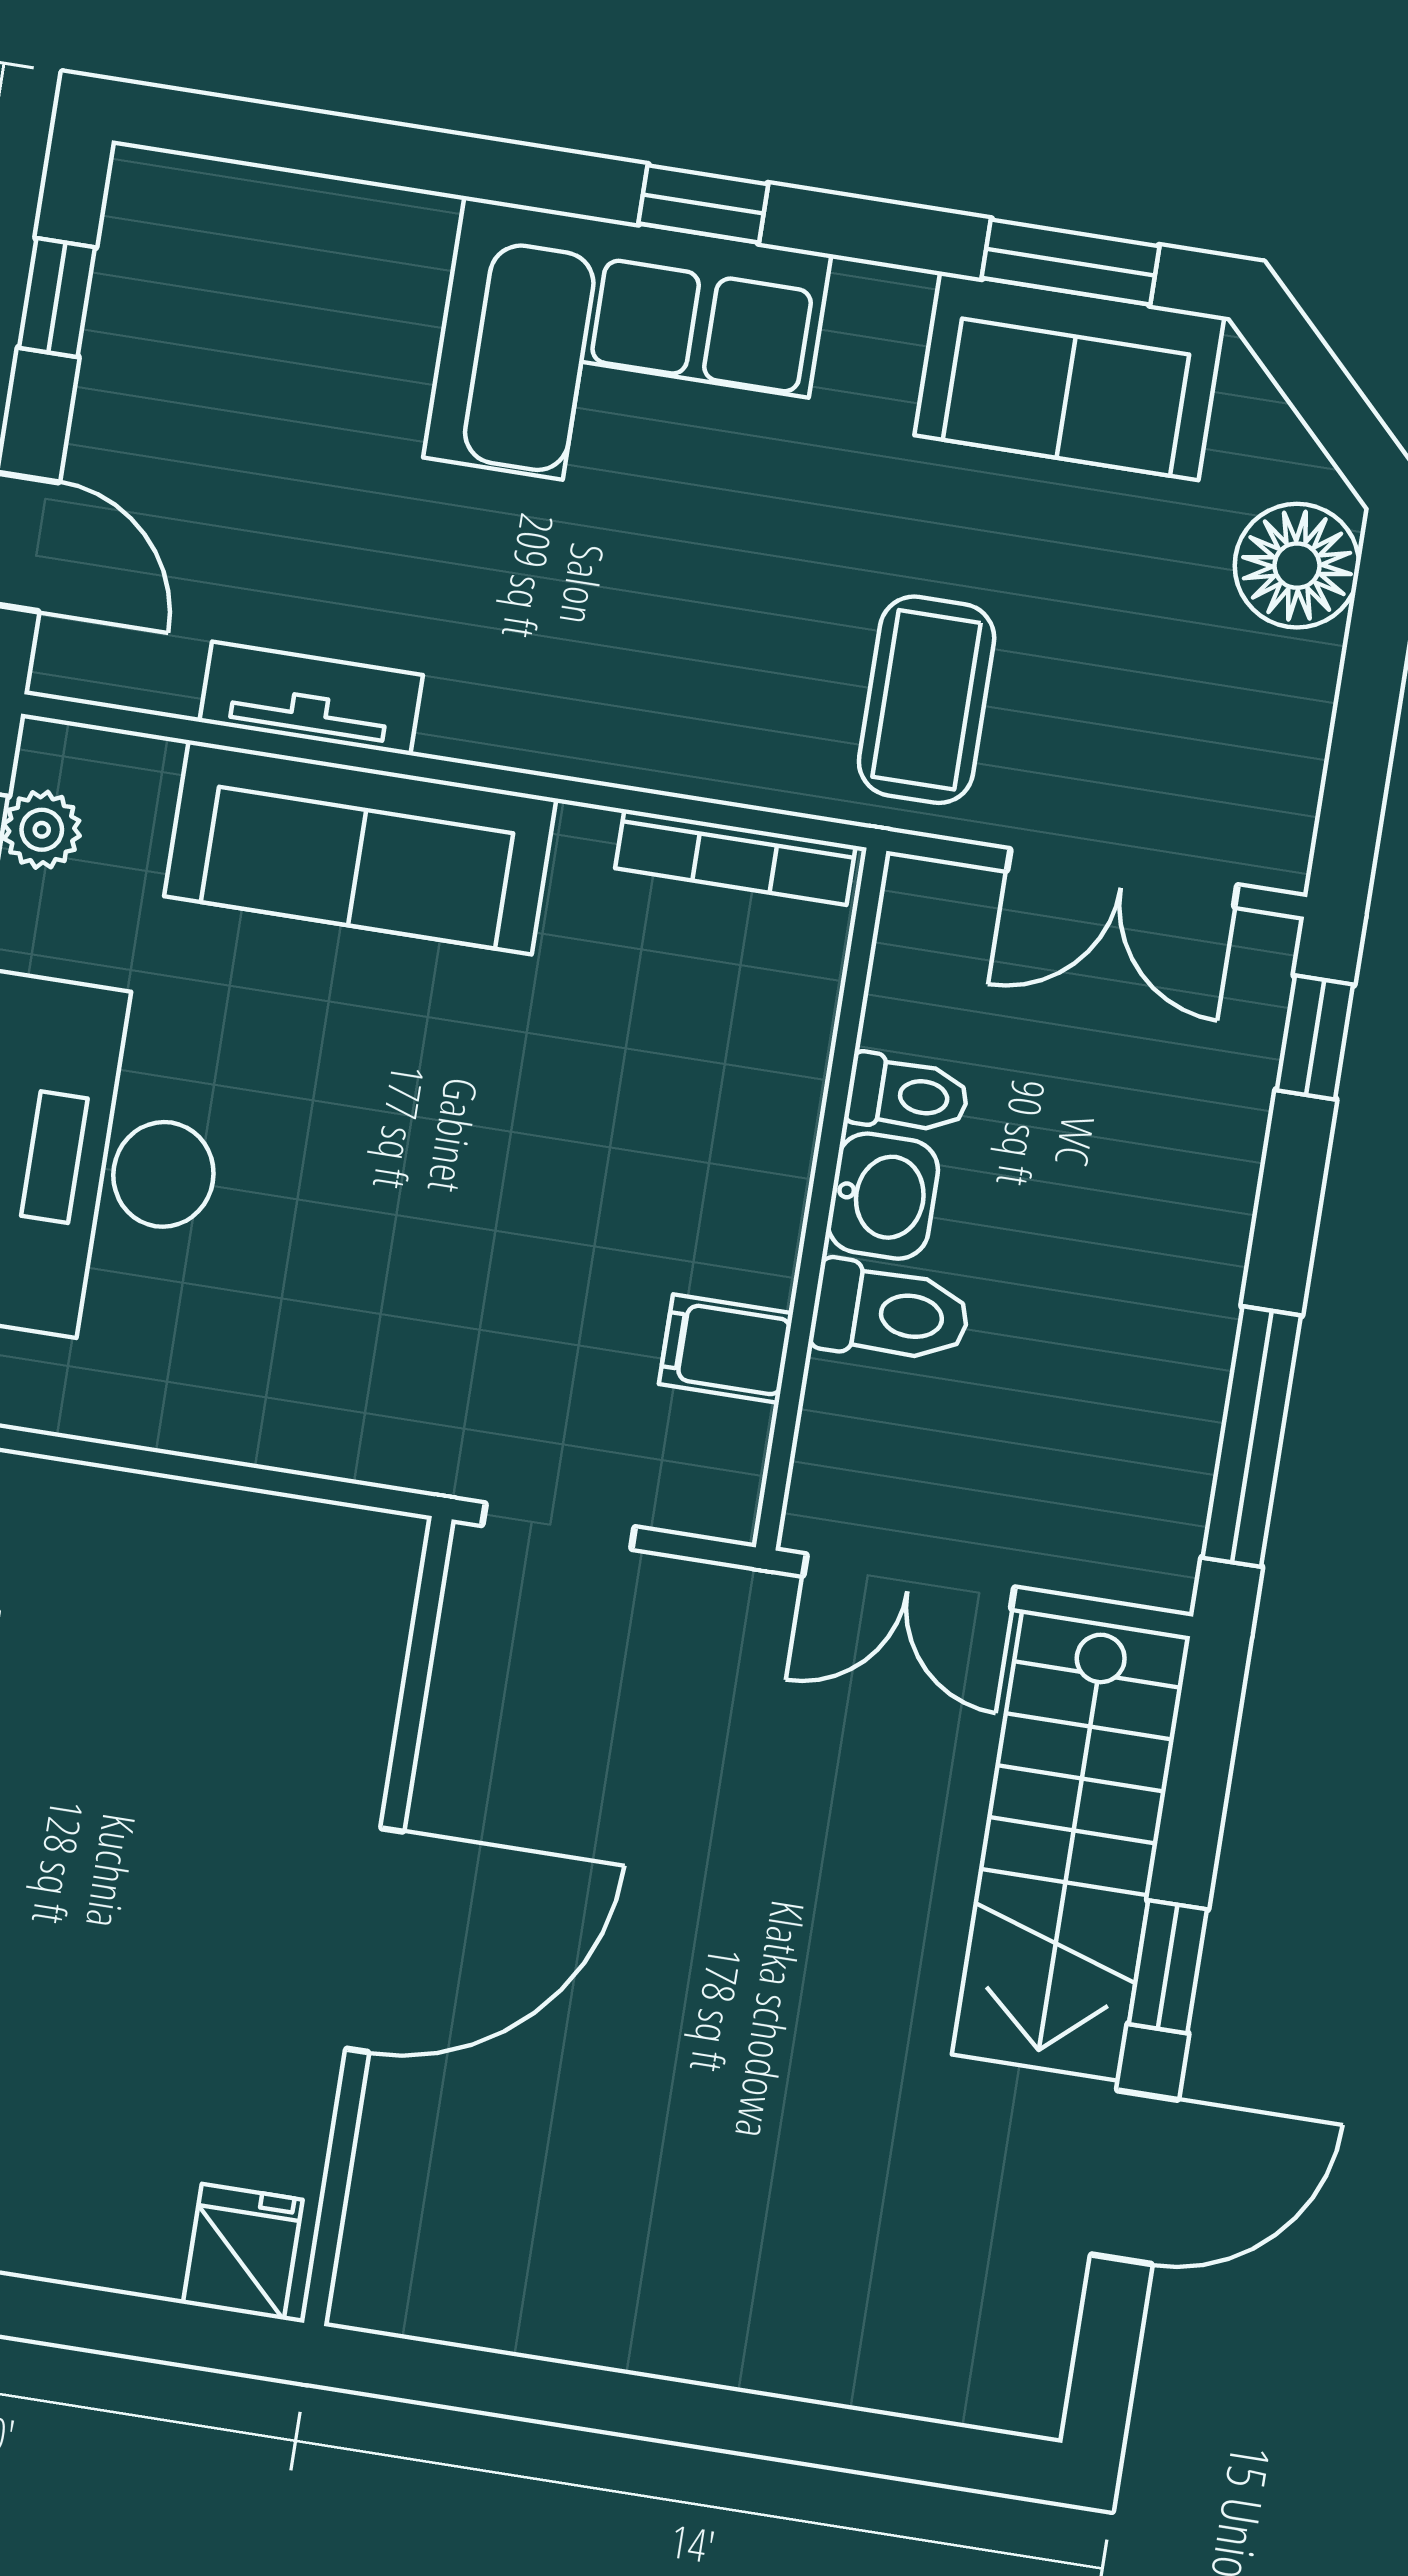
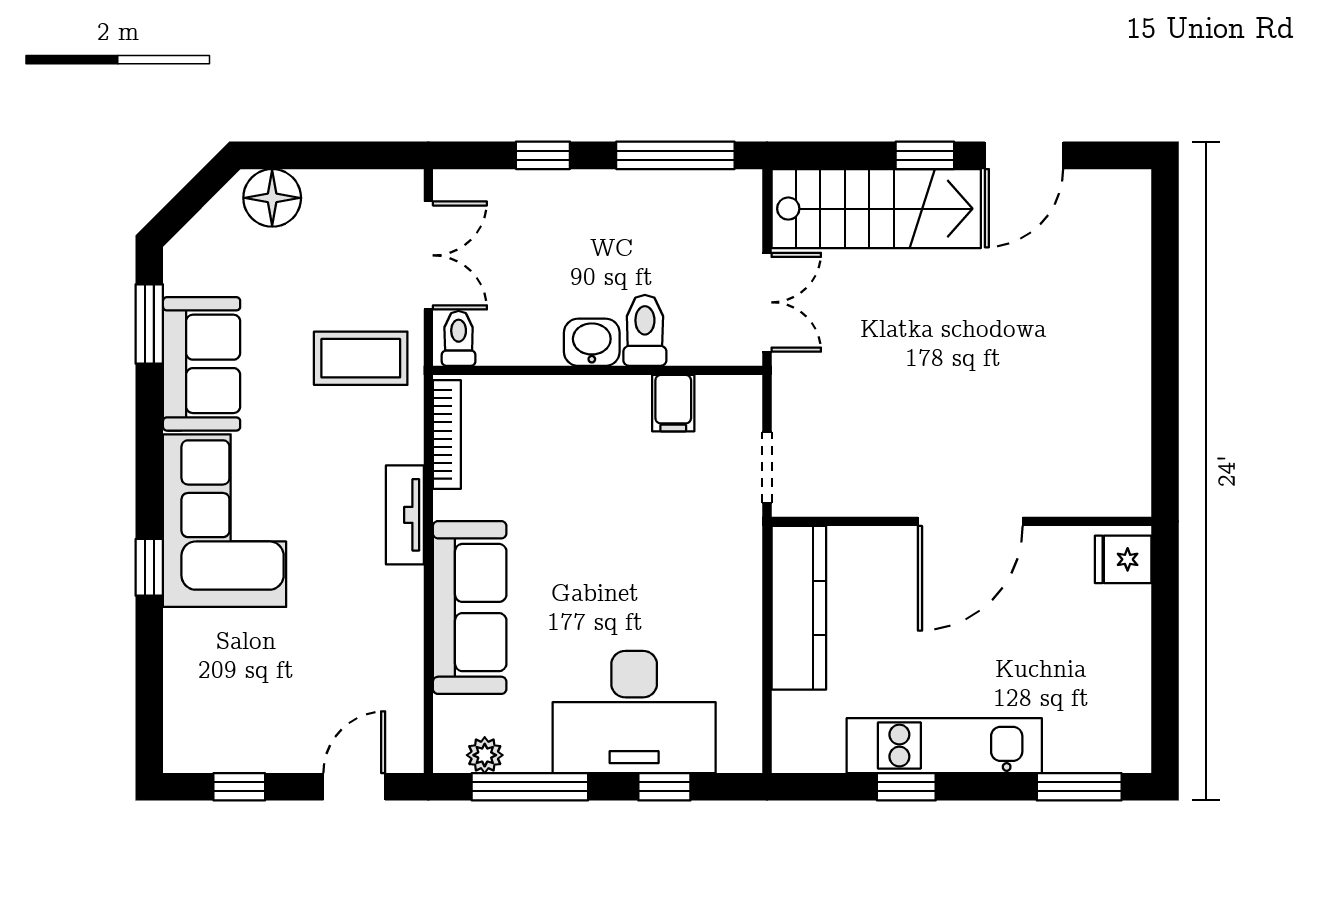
window: (703, 204) -> (149, 567), moved
sofa: (1069, 376) -> (202, 364), moved
tv unit: (311, 698) -> (405, 515), moved
window: (1315, 1037) -> (543, 155), moved
toilet: (907, 1095) -> (459, 338), moved
kitchen counter: (249, 1547) -> (799, 608), added
door: (375, 1940) -> (970, 521), swing flipped
door: (1134, 2177) -> (1024, 155), swing flipped

